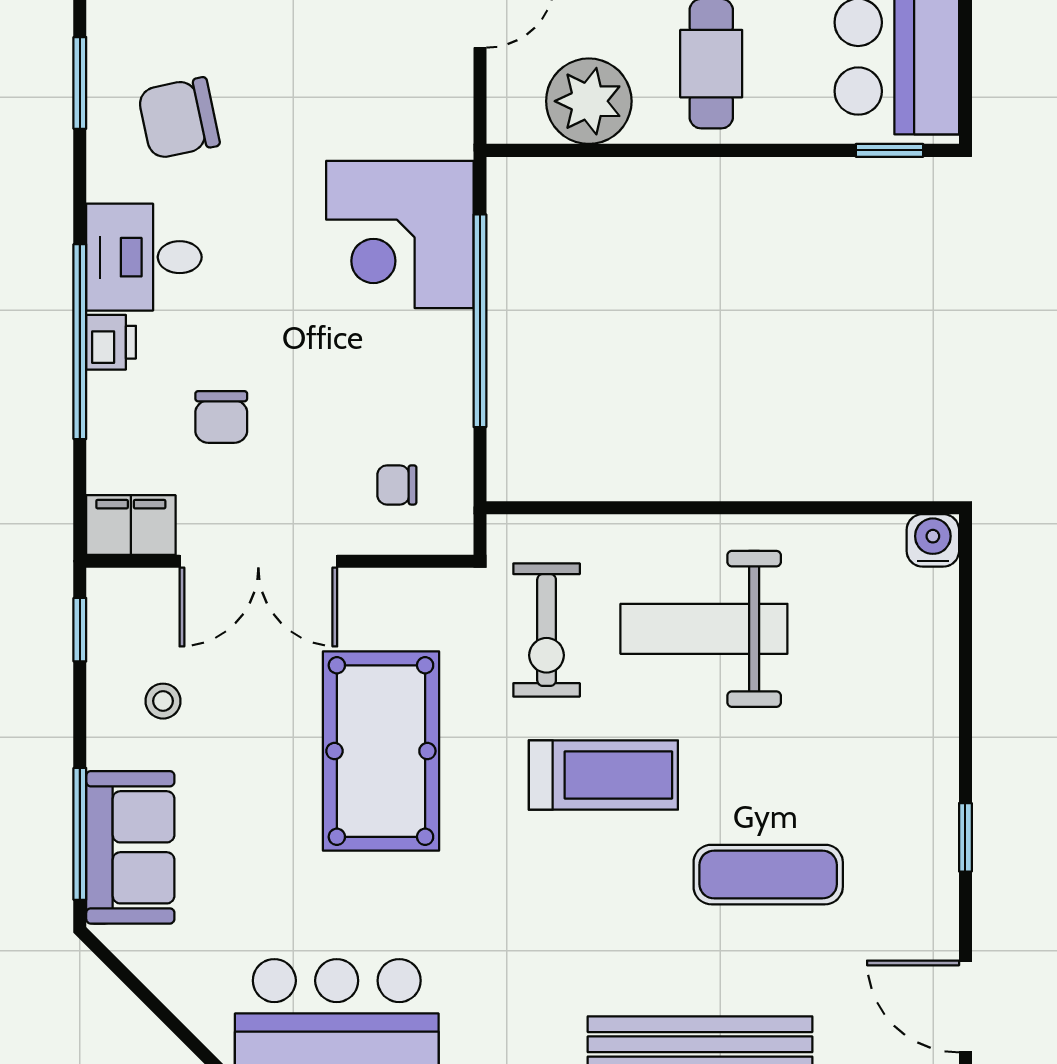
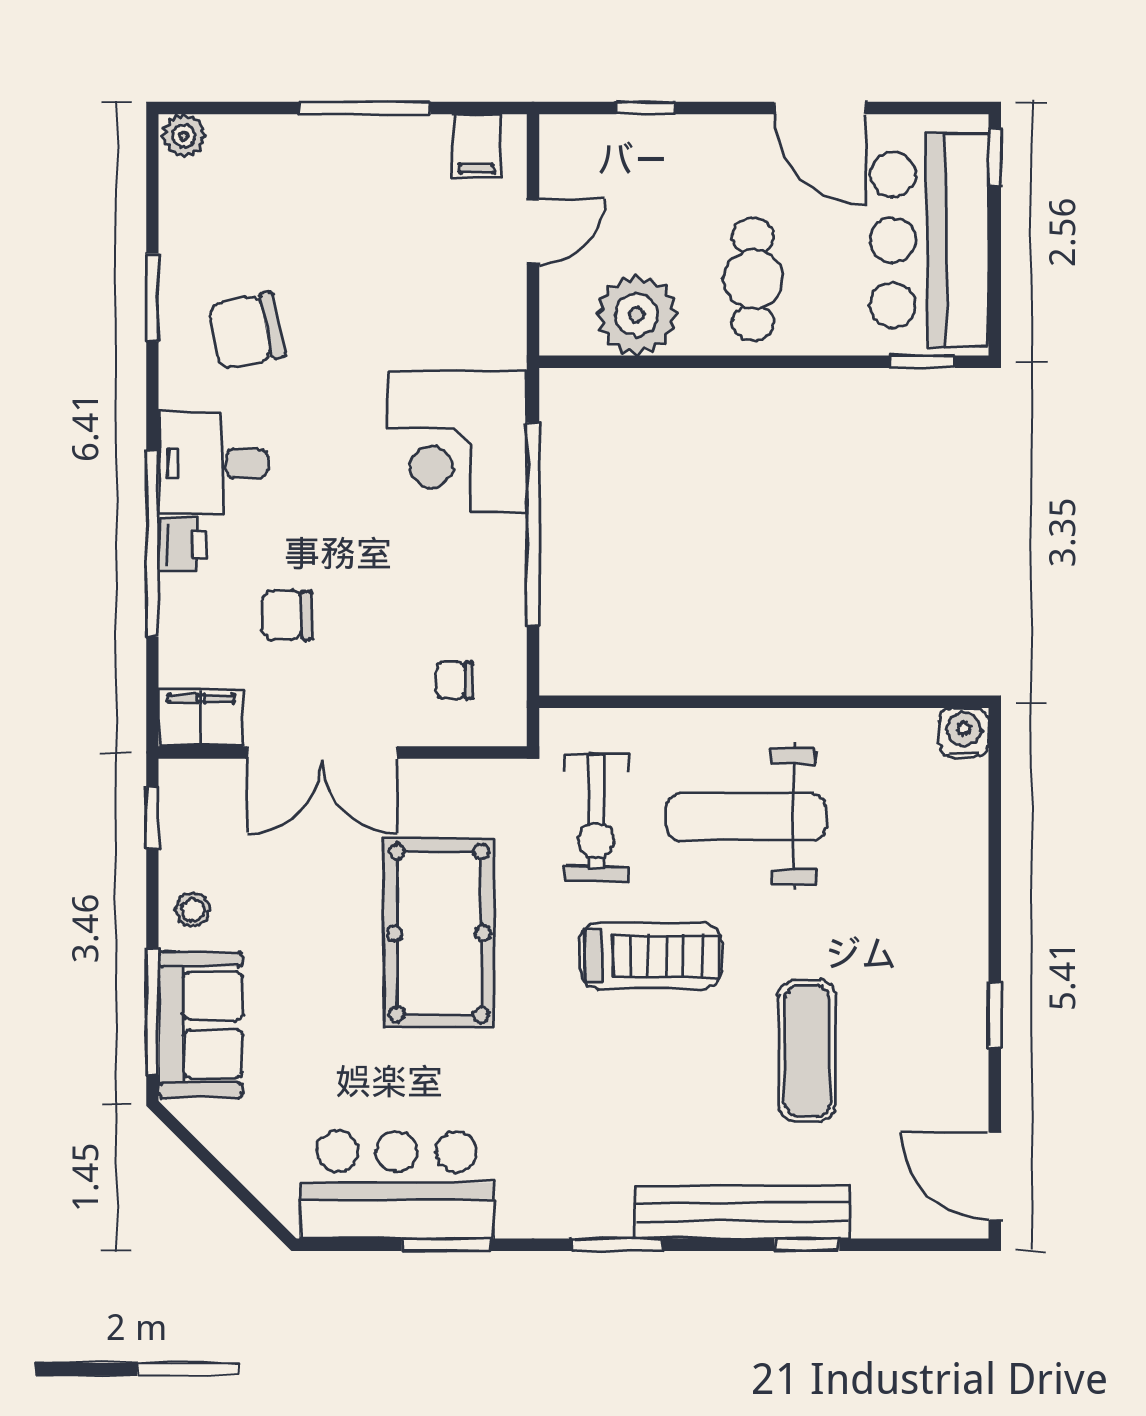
chair: (221, 417) -> (287, 615), turned 90
stool: (163, 701) -> (193, 910), moved
exercise mat: (768, 875) -> (807, 1051), turned 90

